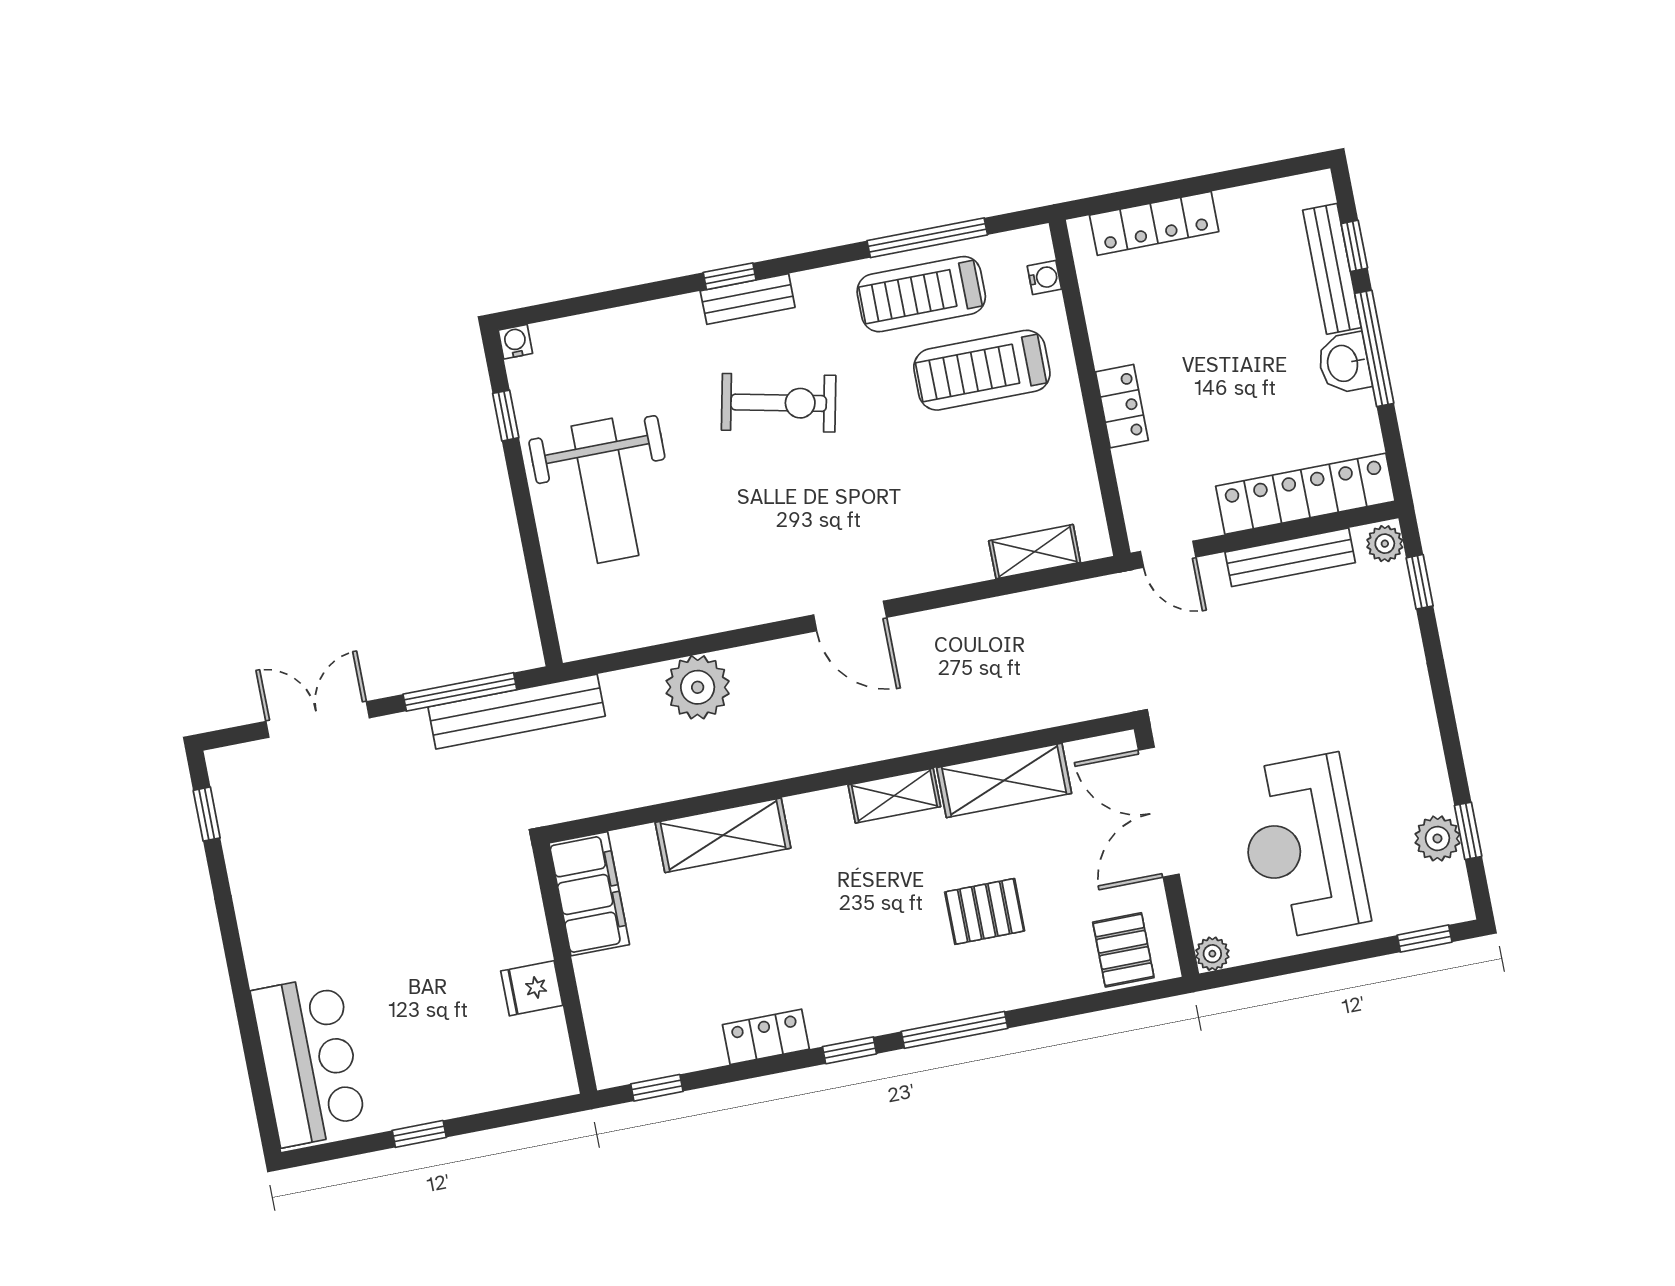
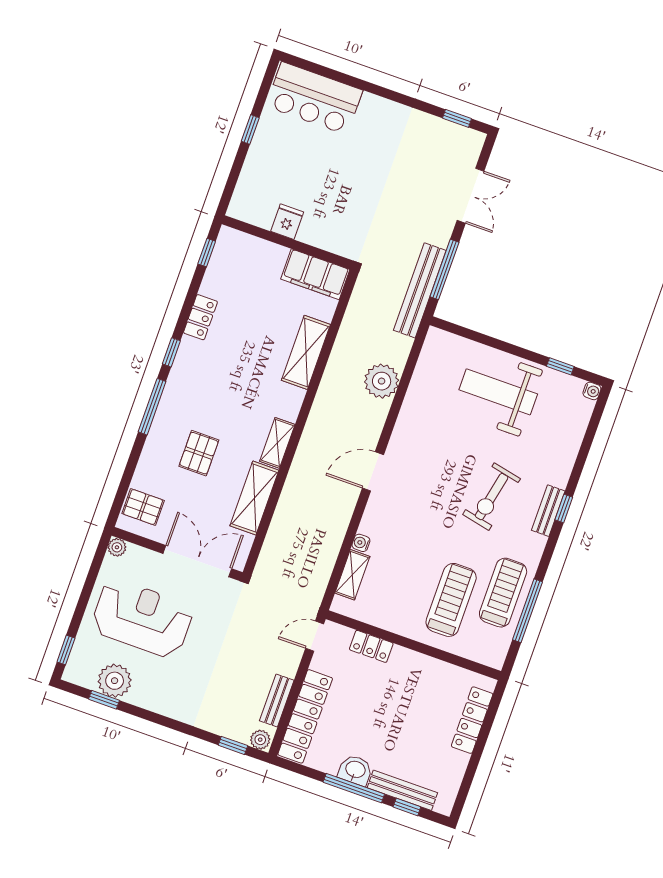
water cooler: (1044, 278) -> (361, 543), moved, turned 90
locker: (1122, 406) -> (371, 646), moved
bench: (1290, 557) -> (277, 700), width x0.73
plant: (1437, 838) -> (115, 681), width x1.36, depth x1.36

